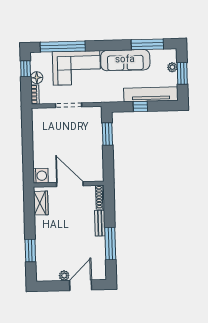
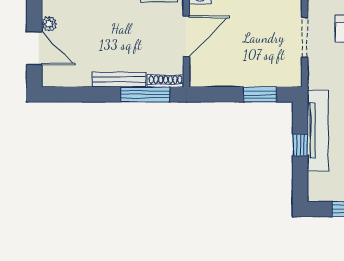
tv unit: (151, 94) -> (318, 131), moved
bench: (100, 223) -> (119, 80), width x1.36
window: (110, 244) -> (145, 94), moved

